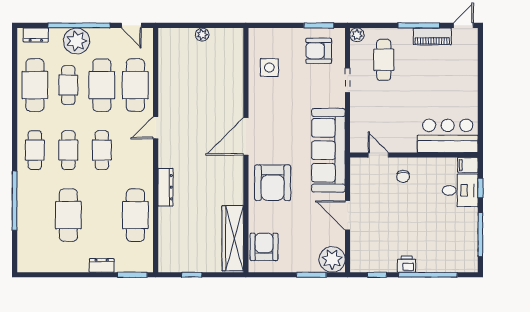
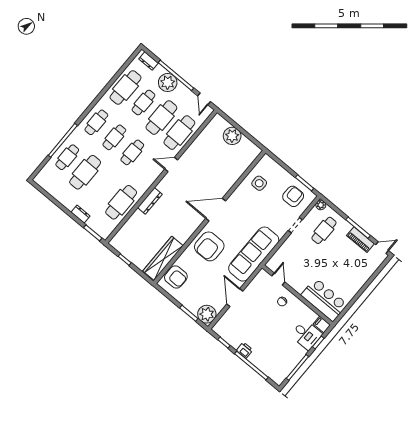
plant: (202, 35) -> (232, 136), width x1.88, depth x1.88
armchair: (319, 51) -> (293, 196), turned 90
cafe table: (35, 215) -> (67, 157), added
armchair: (264, 247) -> (176, 277), turned 90

